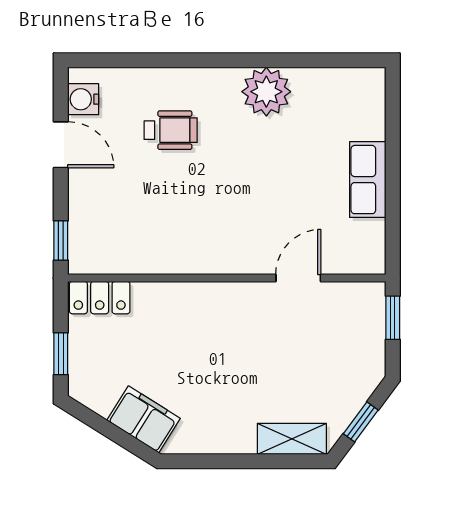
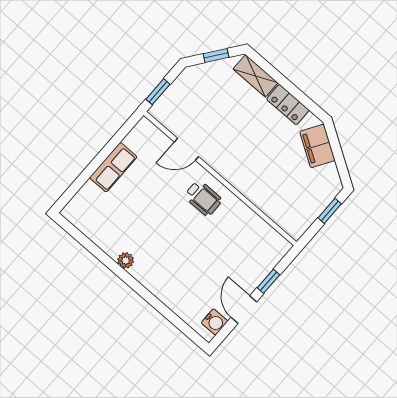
plant: (266, 92) -> (126, 260), width x0.53, depth x0.53
wheelchair: (171, 130) -> (203, 198), moved, turned 180
window: (61, 241) -> (269, 281), moved
locker: (100, 298) -> (288, 105), moved, turned 180

